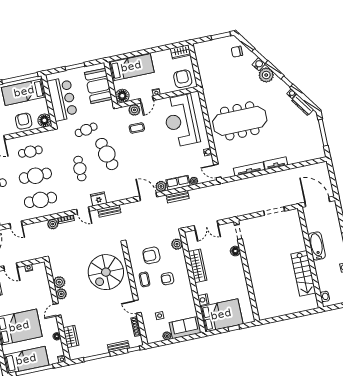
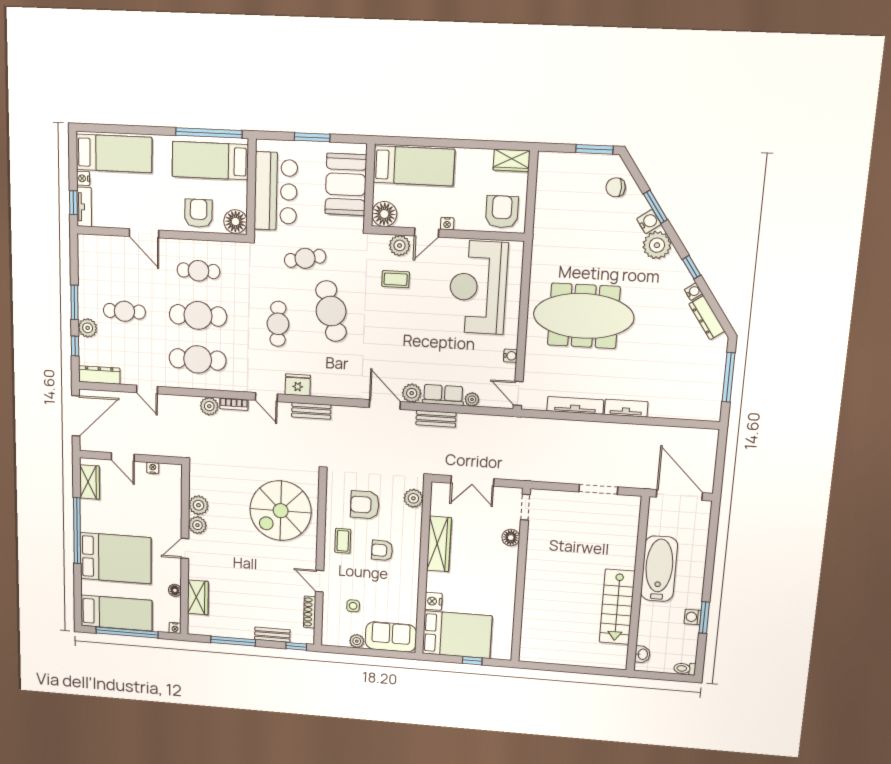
bathtub: (317, 246) -> (659, 569), width x1.36, depth x1.36

